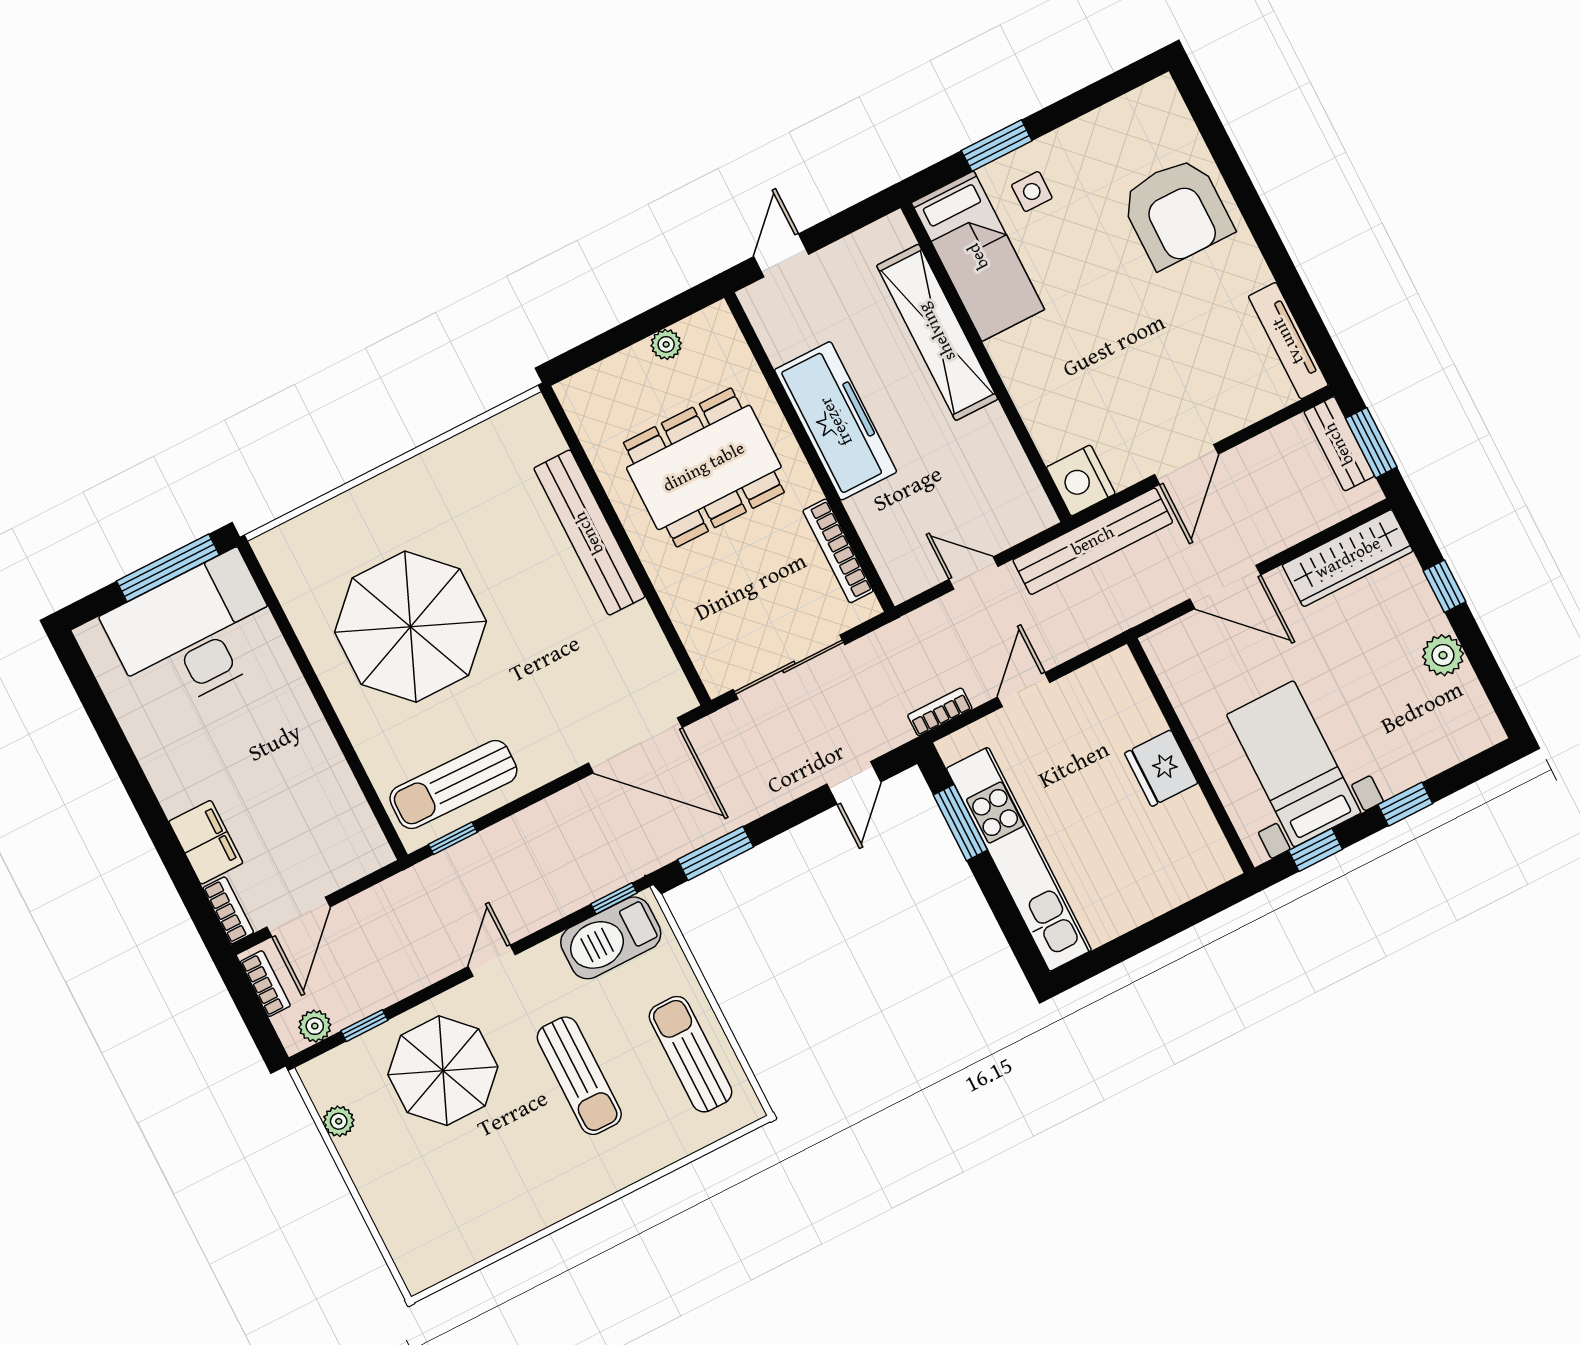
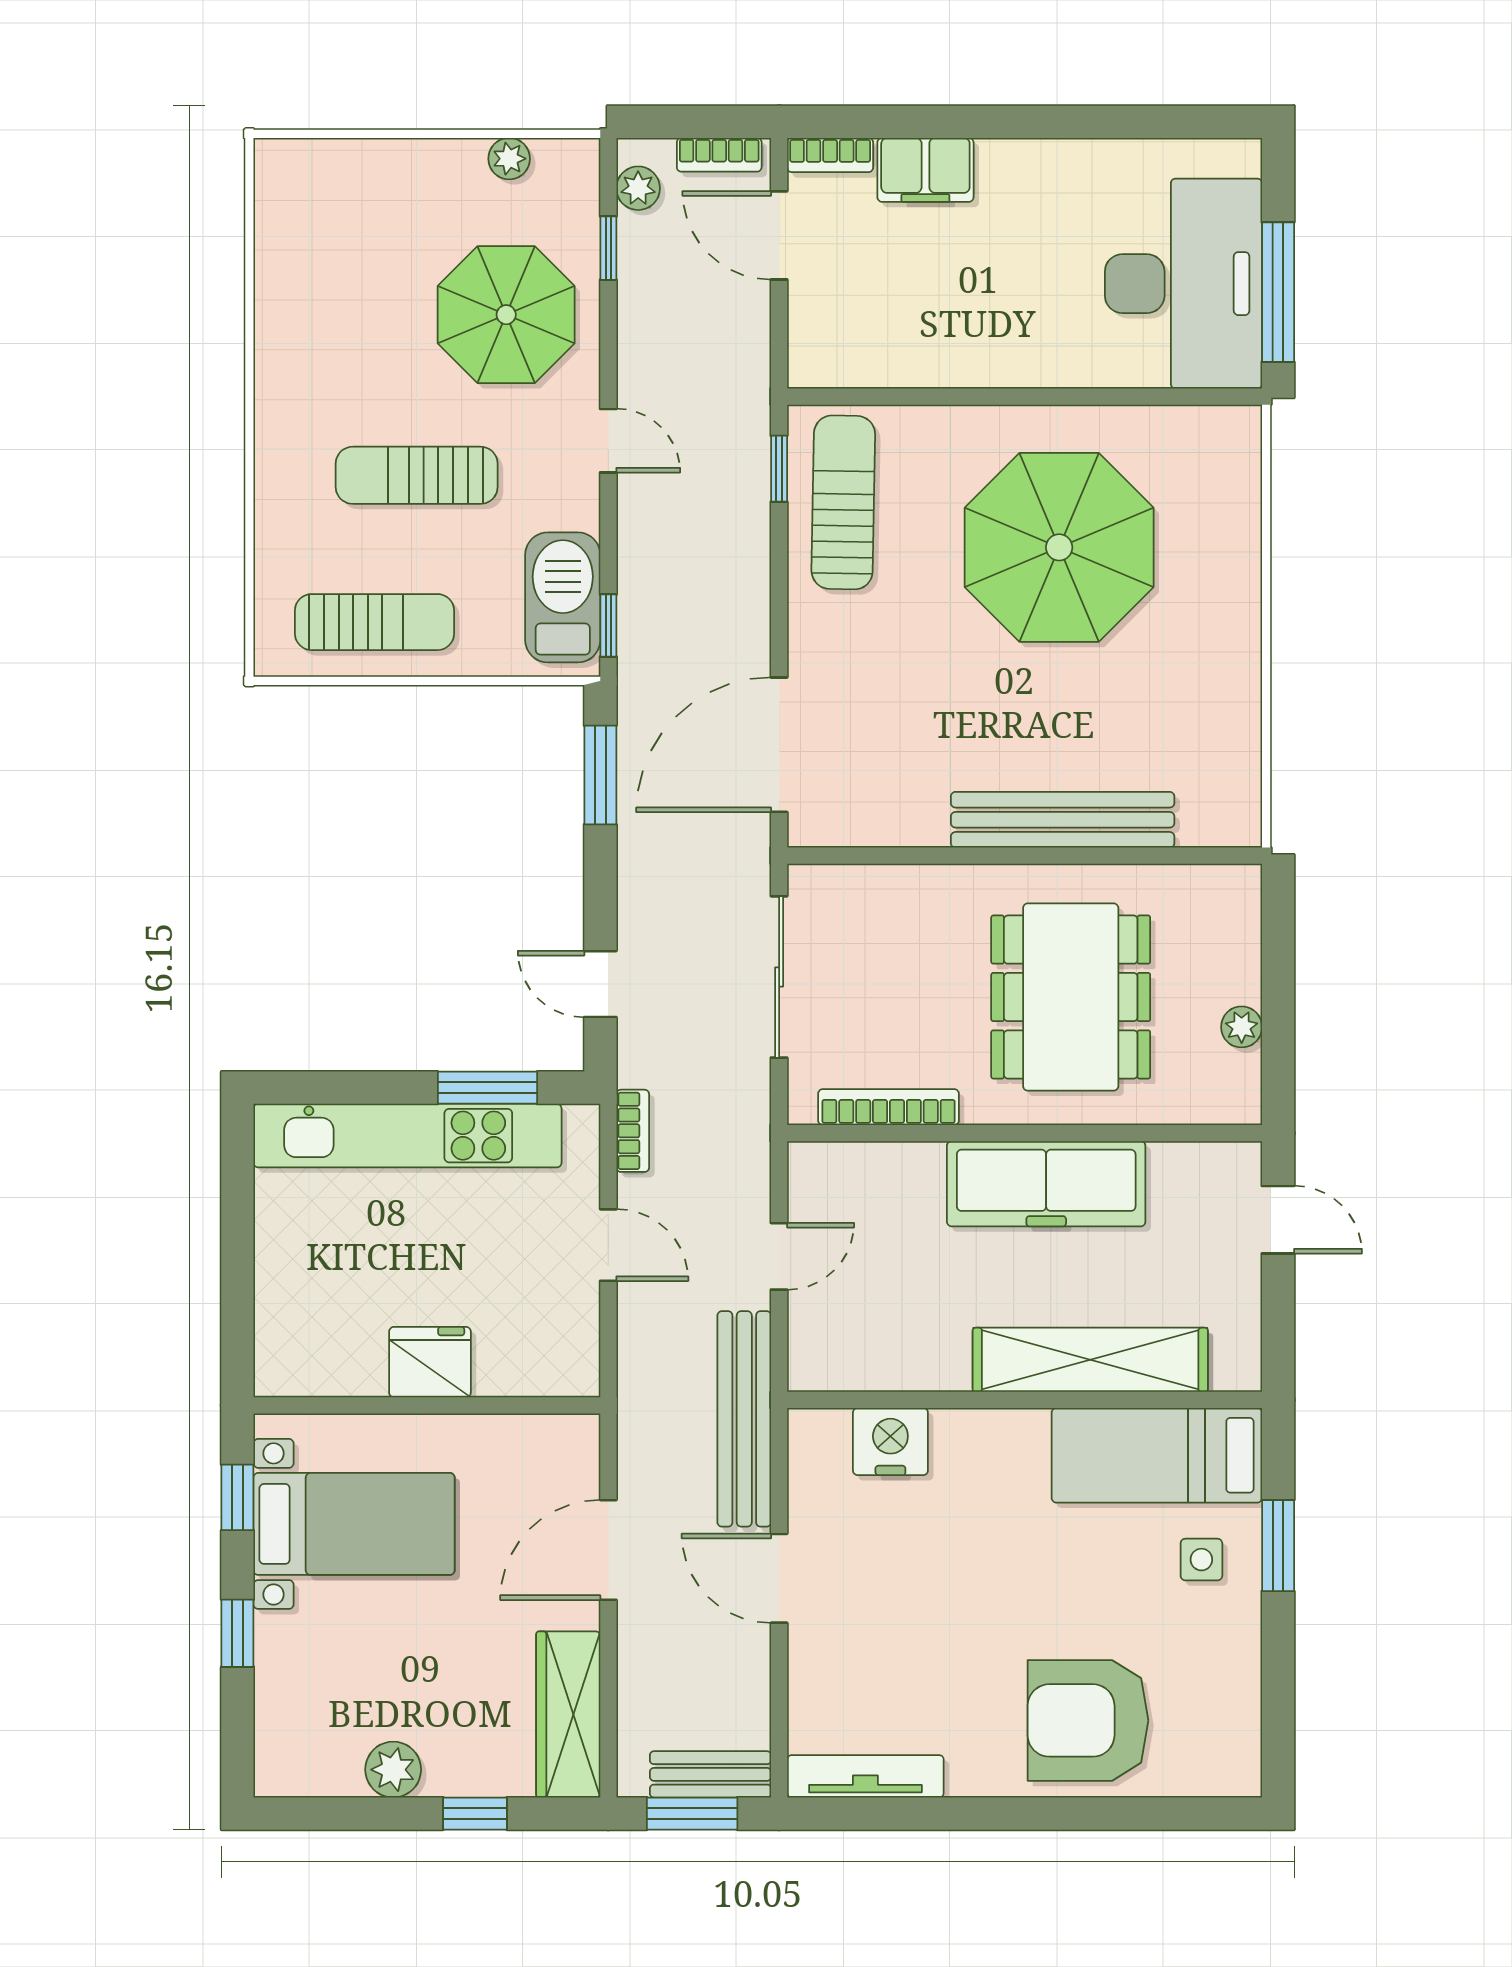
nightstand: (1081, 480) -> (890, 1442), moved

